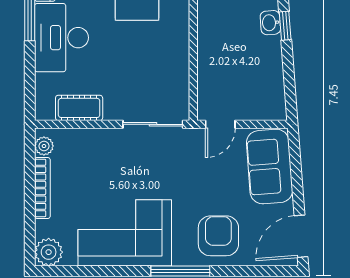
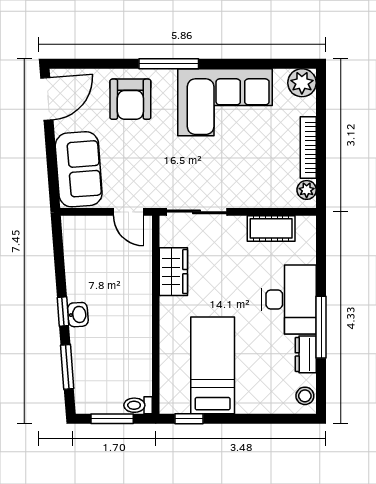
wardrobe: (176, 65) -> (173, 272), added
door: (220, 124) -> (128, 212), swing flipped

